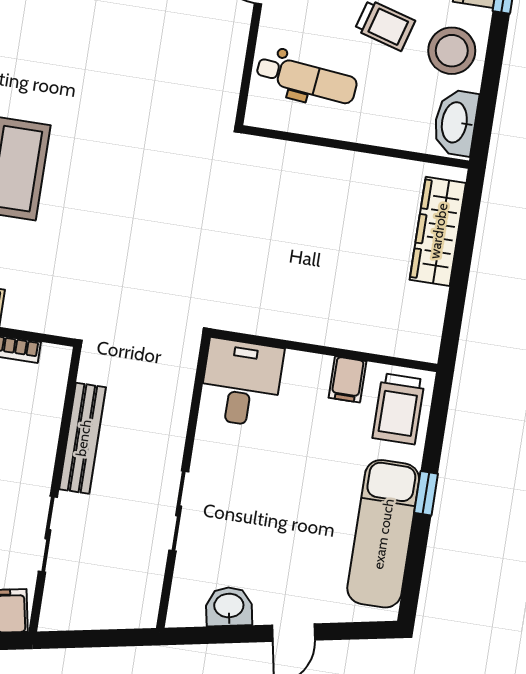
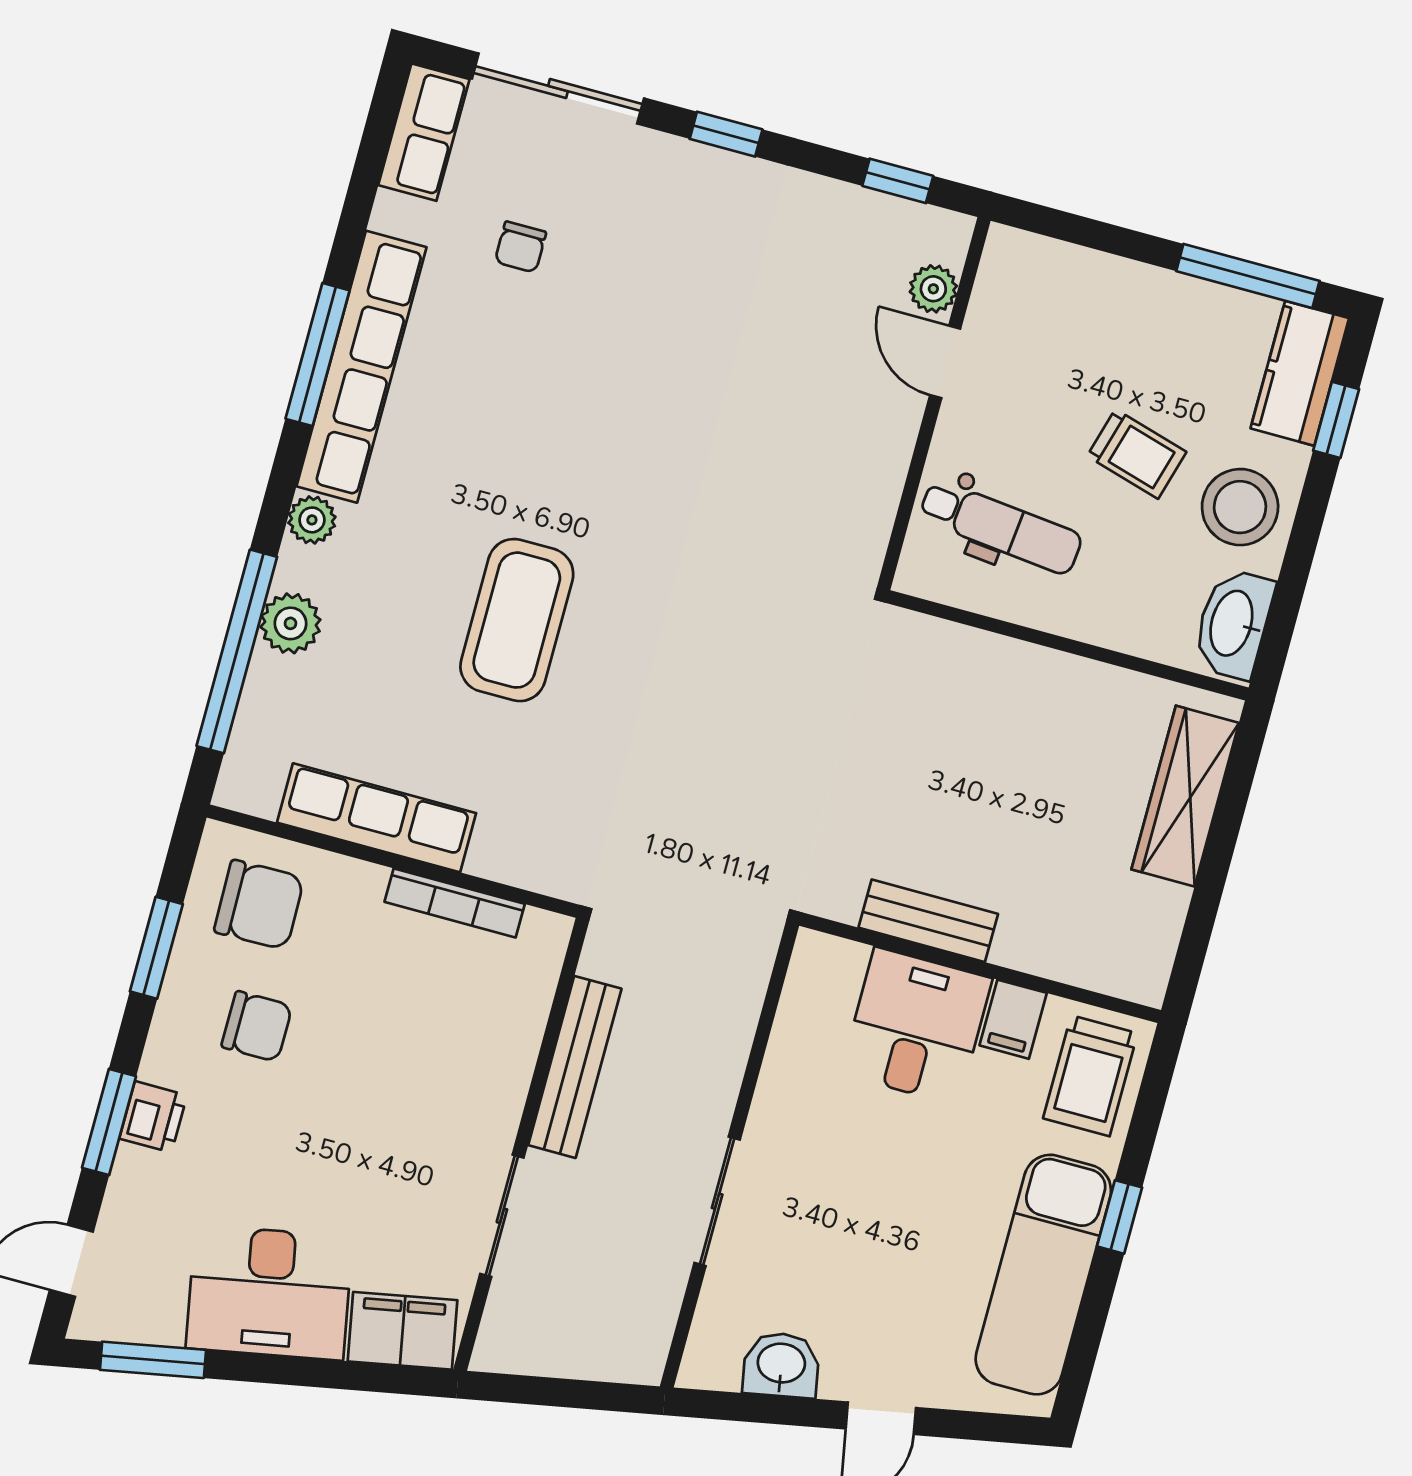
bench: (289, 325) -> (928, 921), added
desk: (241, 383) -> (916, 1026), moved

